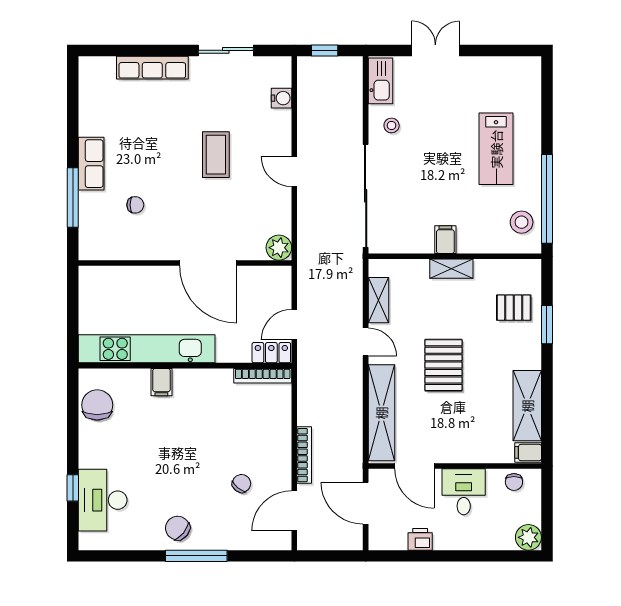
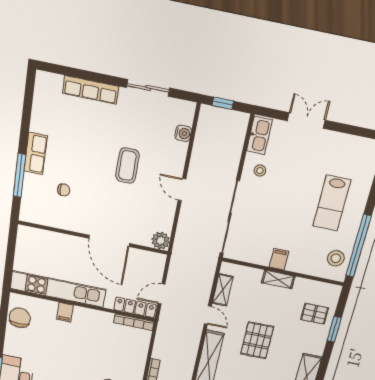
locker: (271, 353) -> (135, 307), width x1.53

